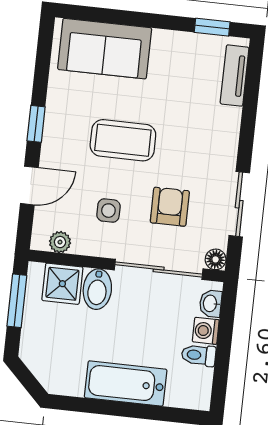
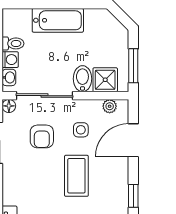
window: (36, 124) -> (133, 196), moved
coffee table: (123, 140) -> (76, 176), turned 90
door: (29, 186) -> (133, 140), width x1.38

